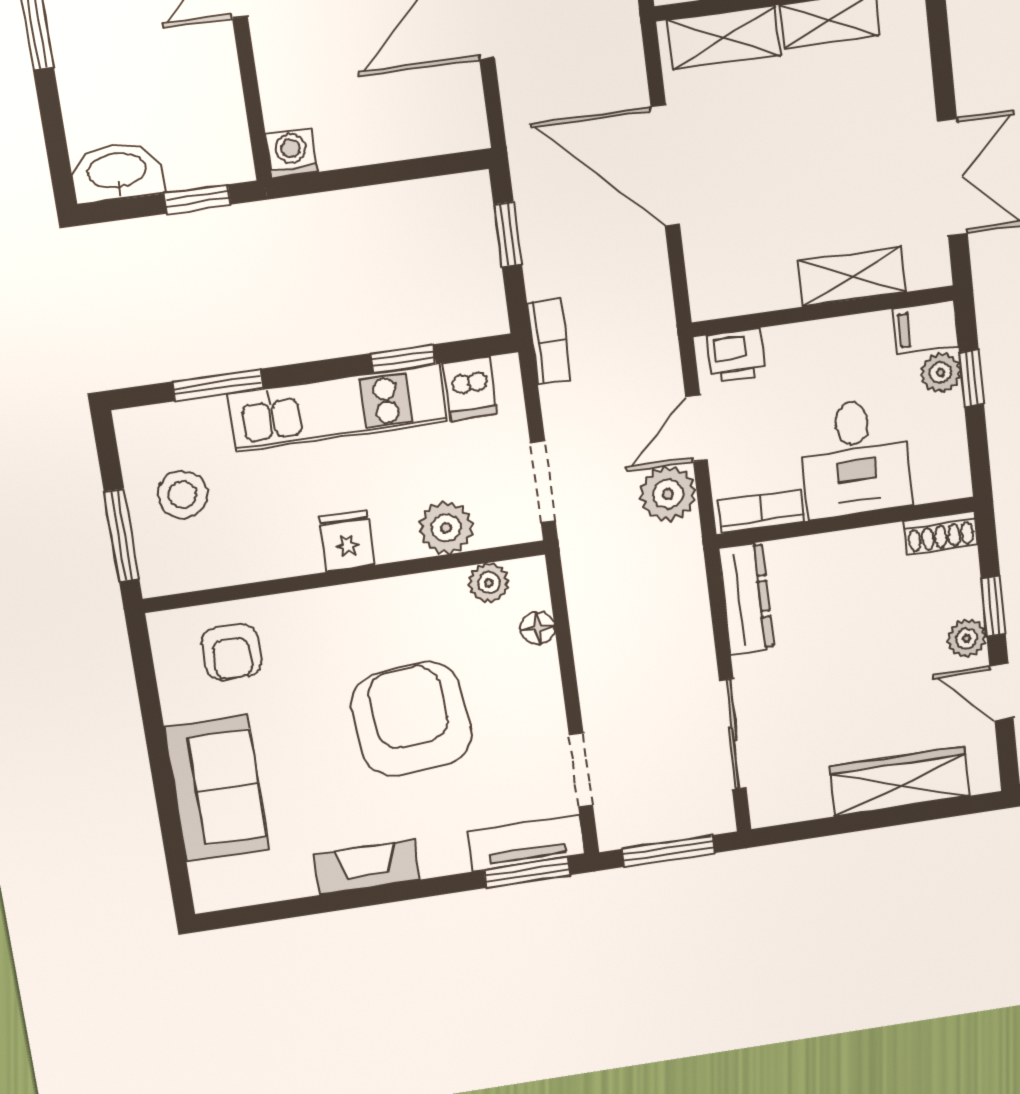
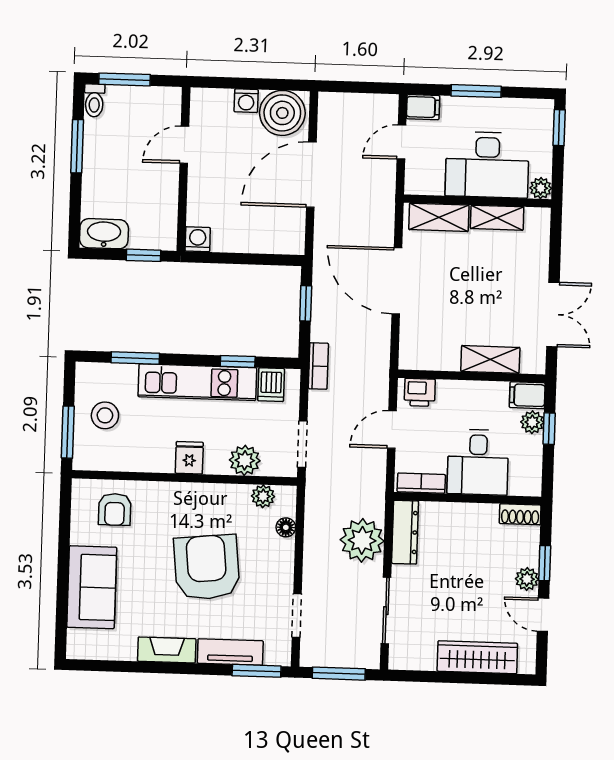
plant: (668, 494) -> (362, 540), moved, width x1.36, depth x1.36
tv unit: (526, 843) -> (230, 652), moved

